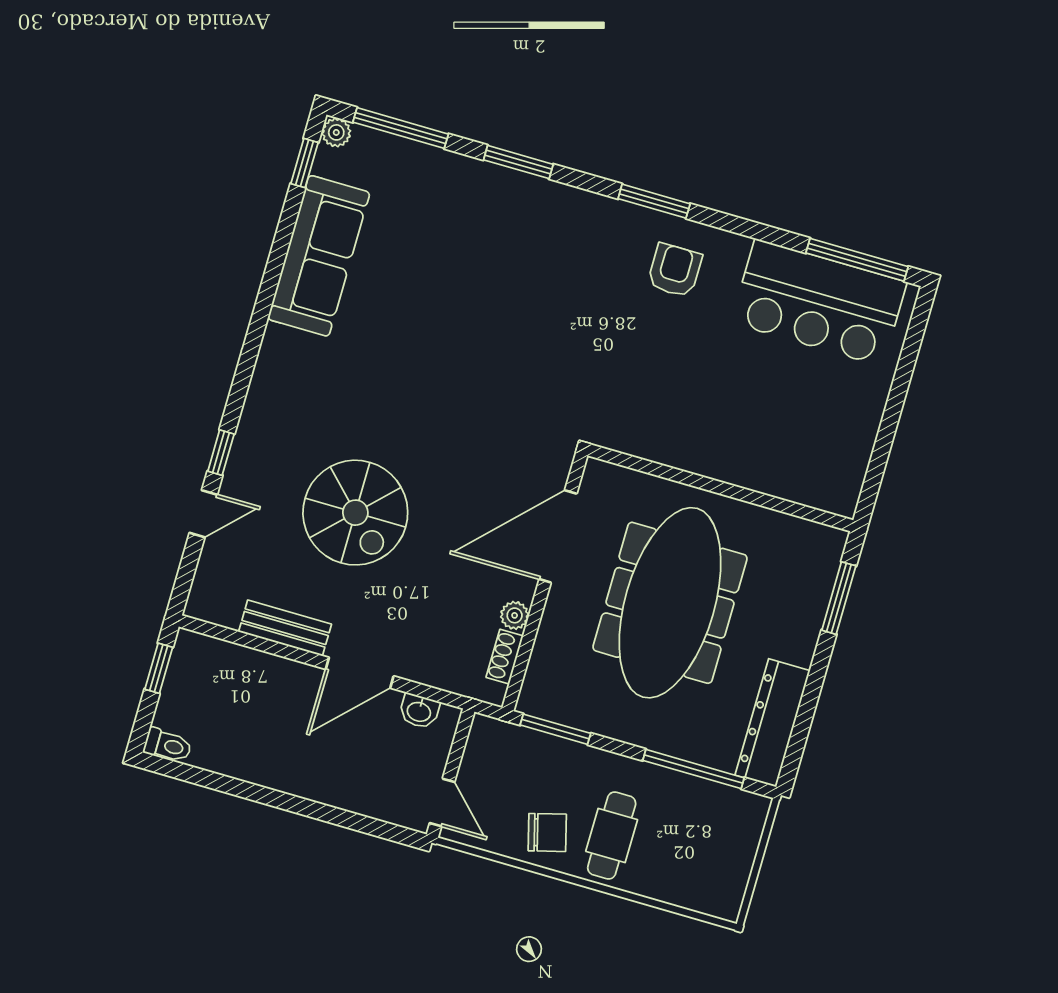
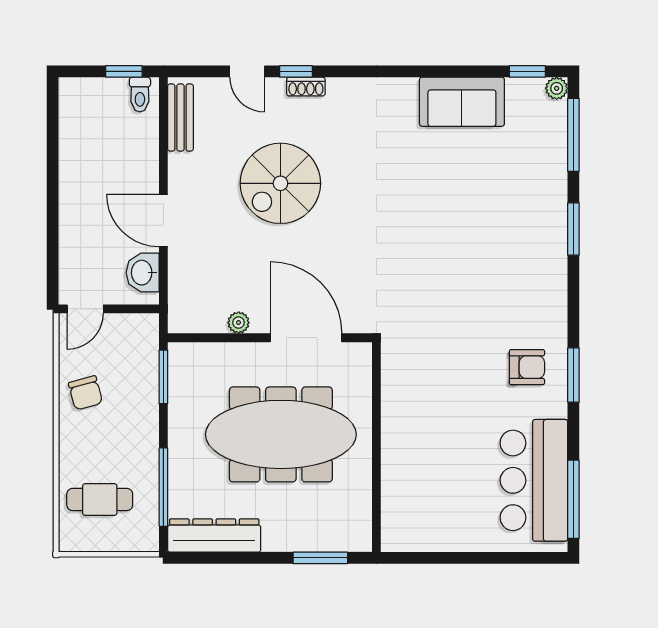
window: (654, 201) -> (573, 375), moved
sofa: (319, 256) -> (462, 102), width x0.73
bench: (285, 628) -> (180, 118), moved
shoe rack: (505, 657) -> (306, 87), moved, turned 180
washbasin: (419, 711) -> (143, 273), width x1.38, depth x1.45
toilet: (168, 745) -> (140, 95), moved
cafe table: (612, 835) -> (100, 499), moved

